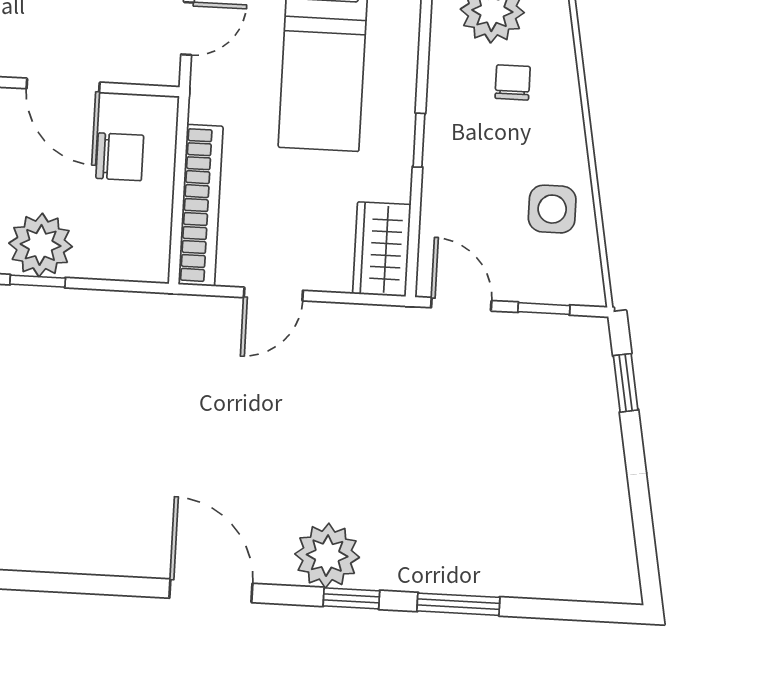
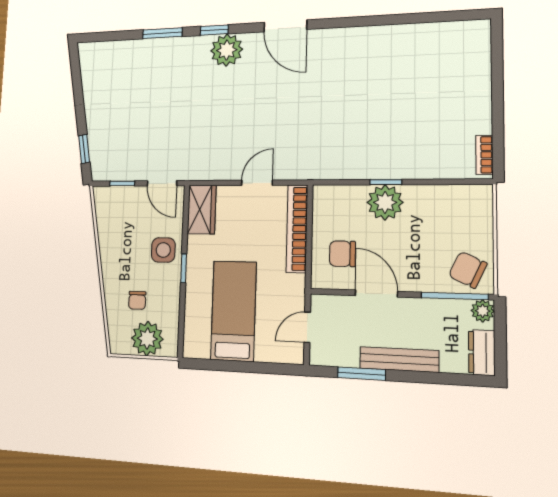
side table: (552, 209) -> (163, 250), moved

